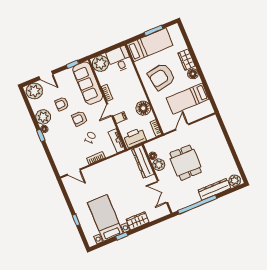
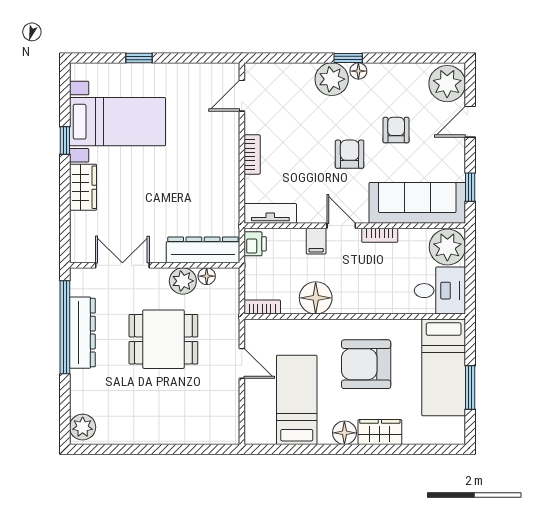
armchair: (162, 77) -> (366, 364), turned -80
plant: (43, 117) -> (332, 79), moved
printer: (135, 138) -> (255, 244), width x0.53, depth x0.68
dresser: (214, 189) -> (82, 333), moved

